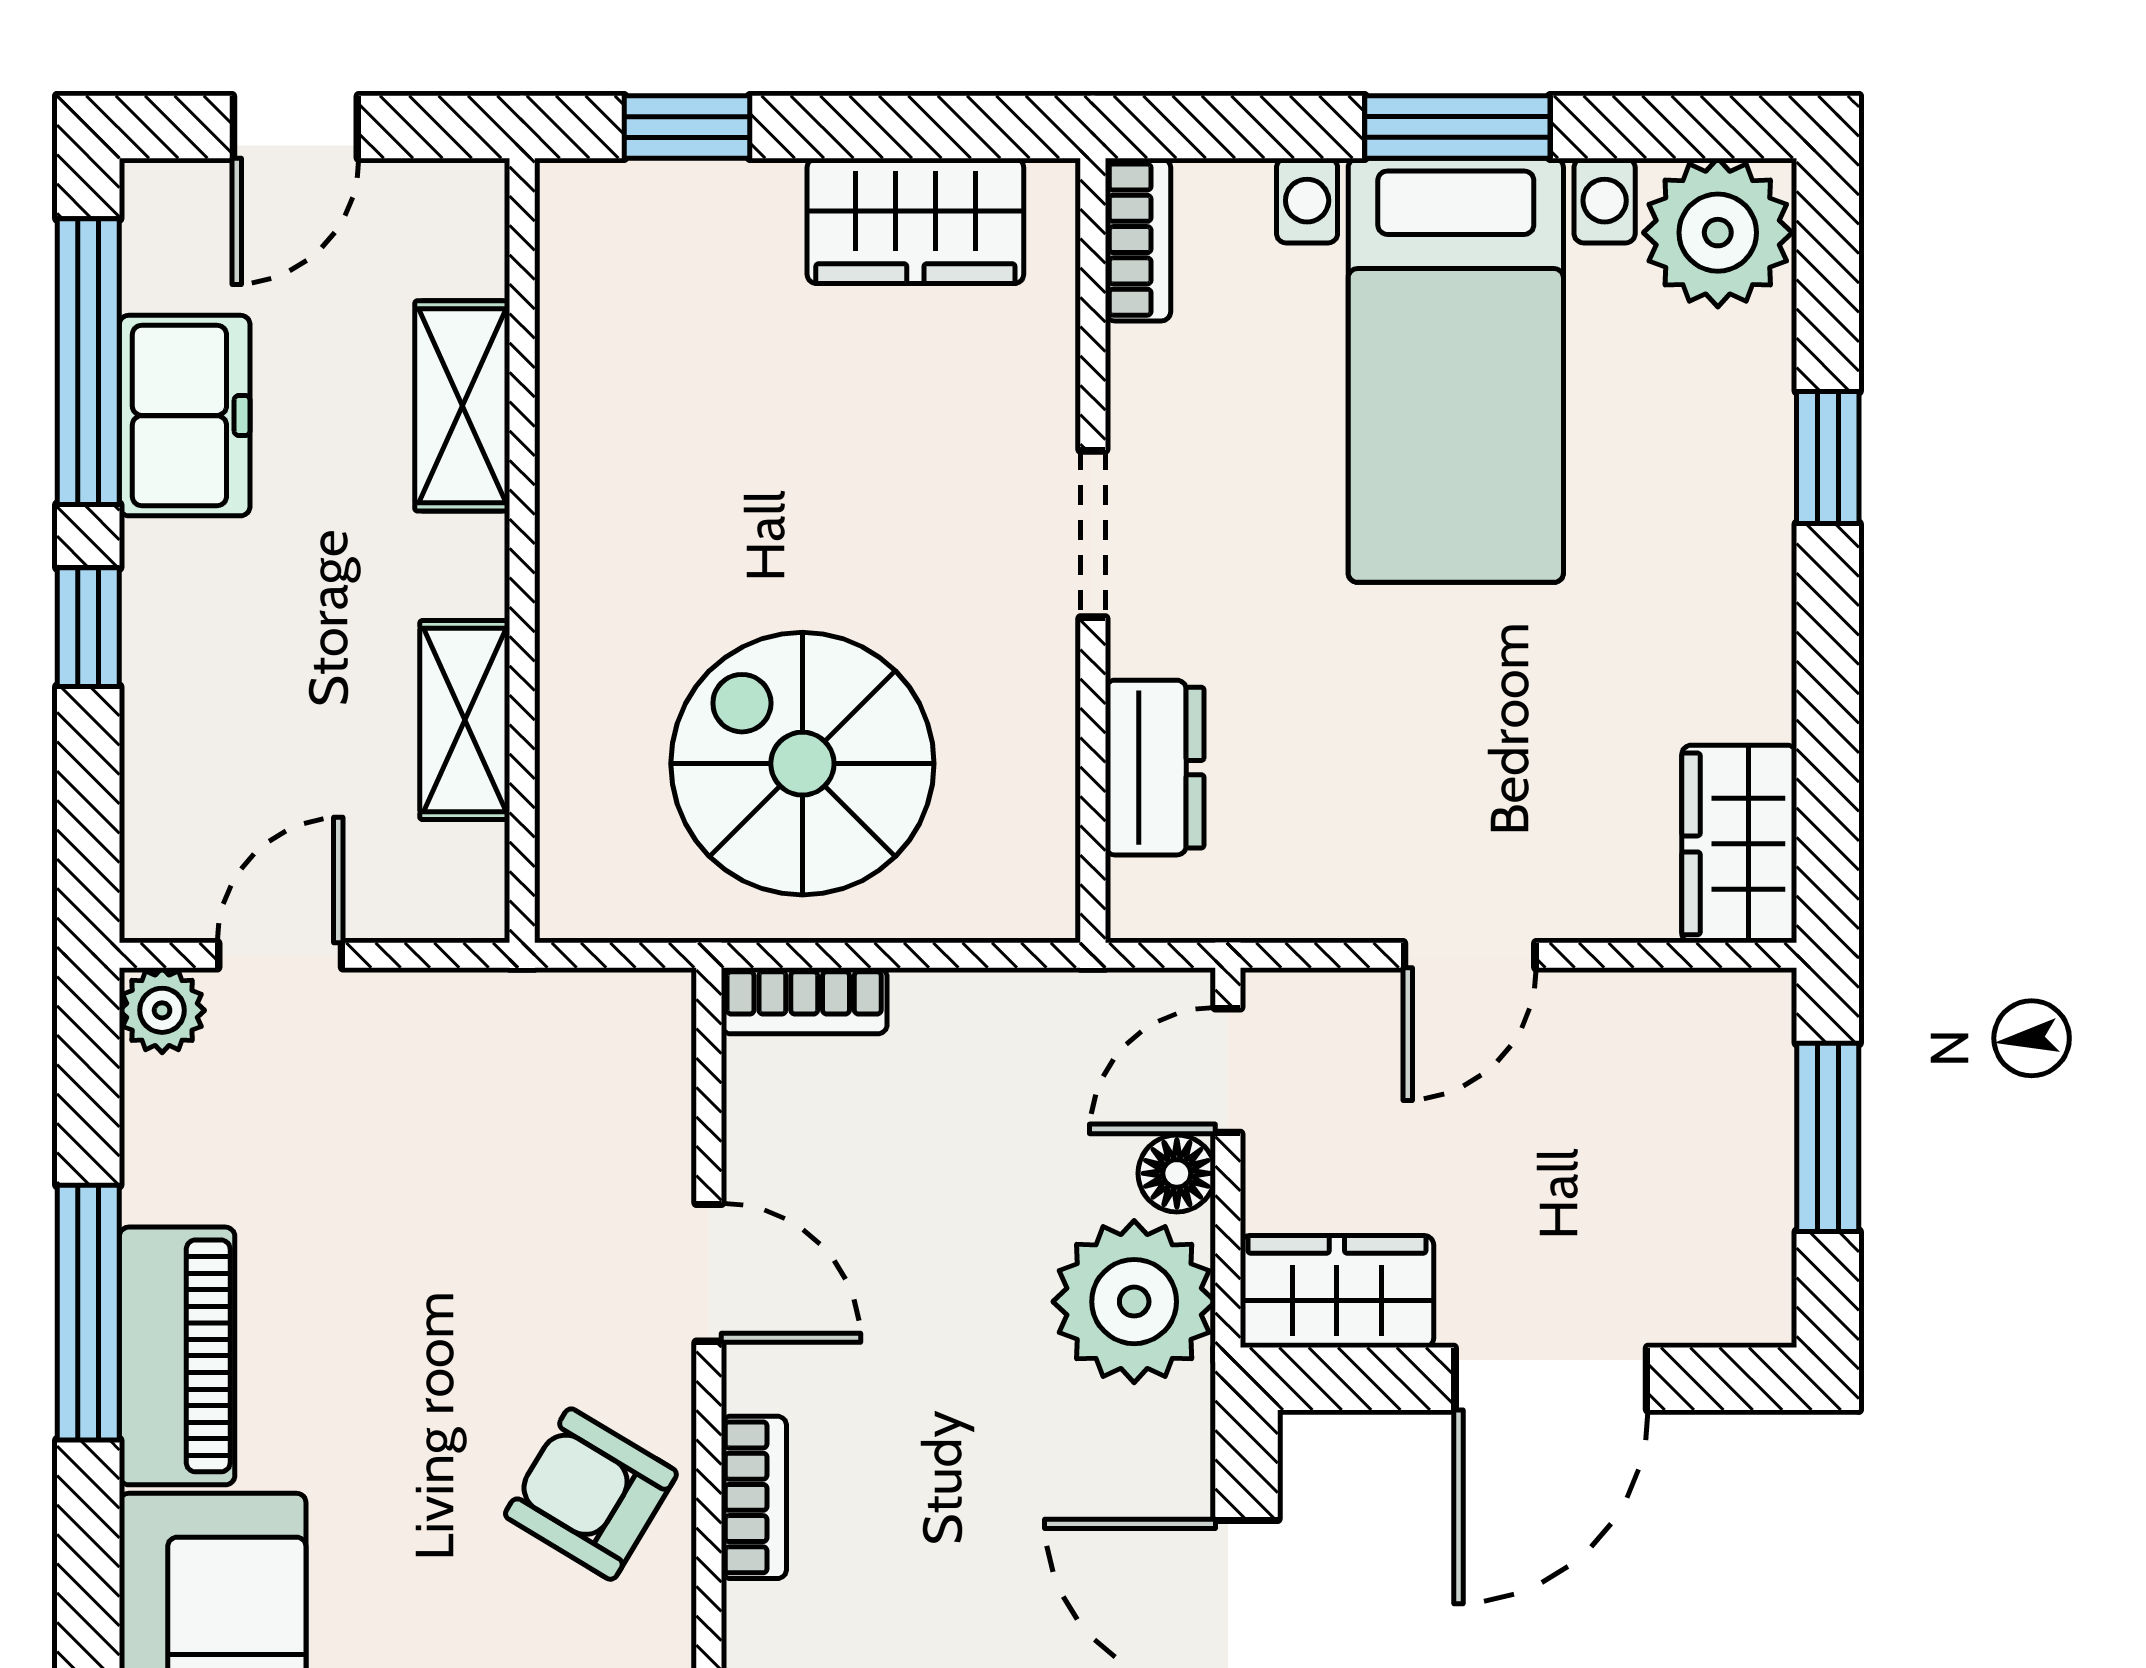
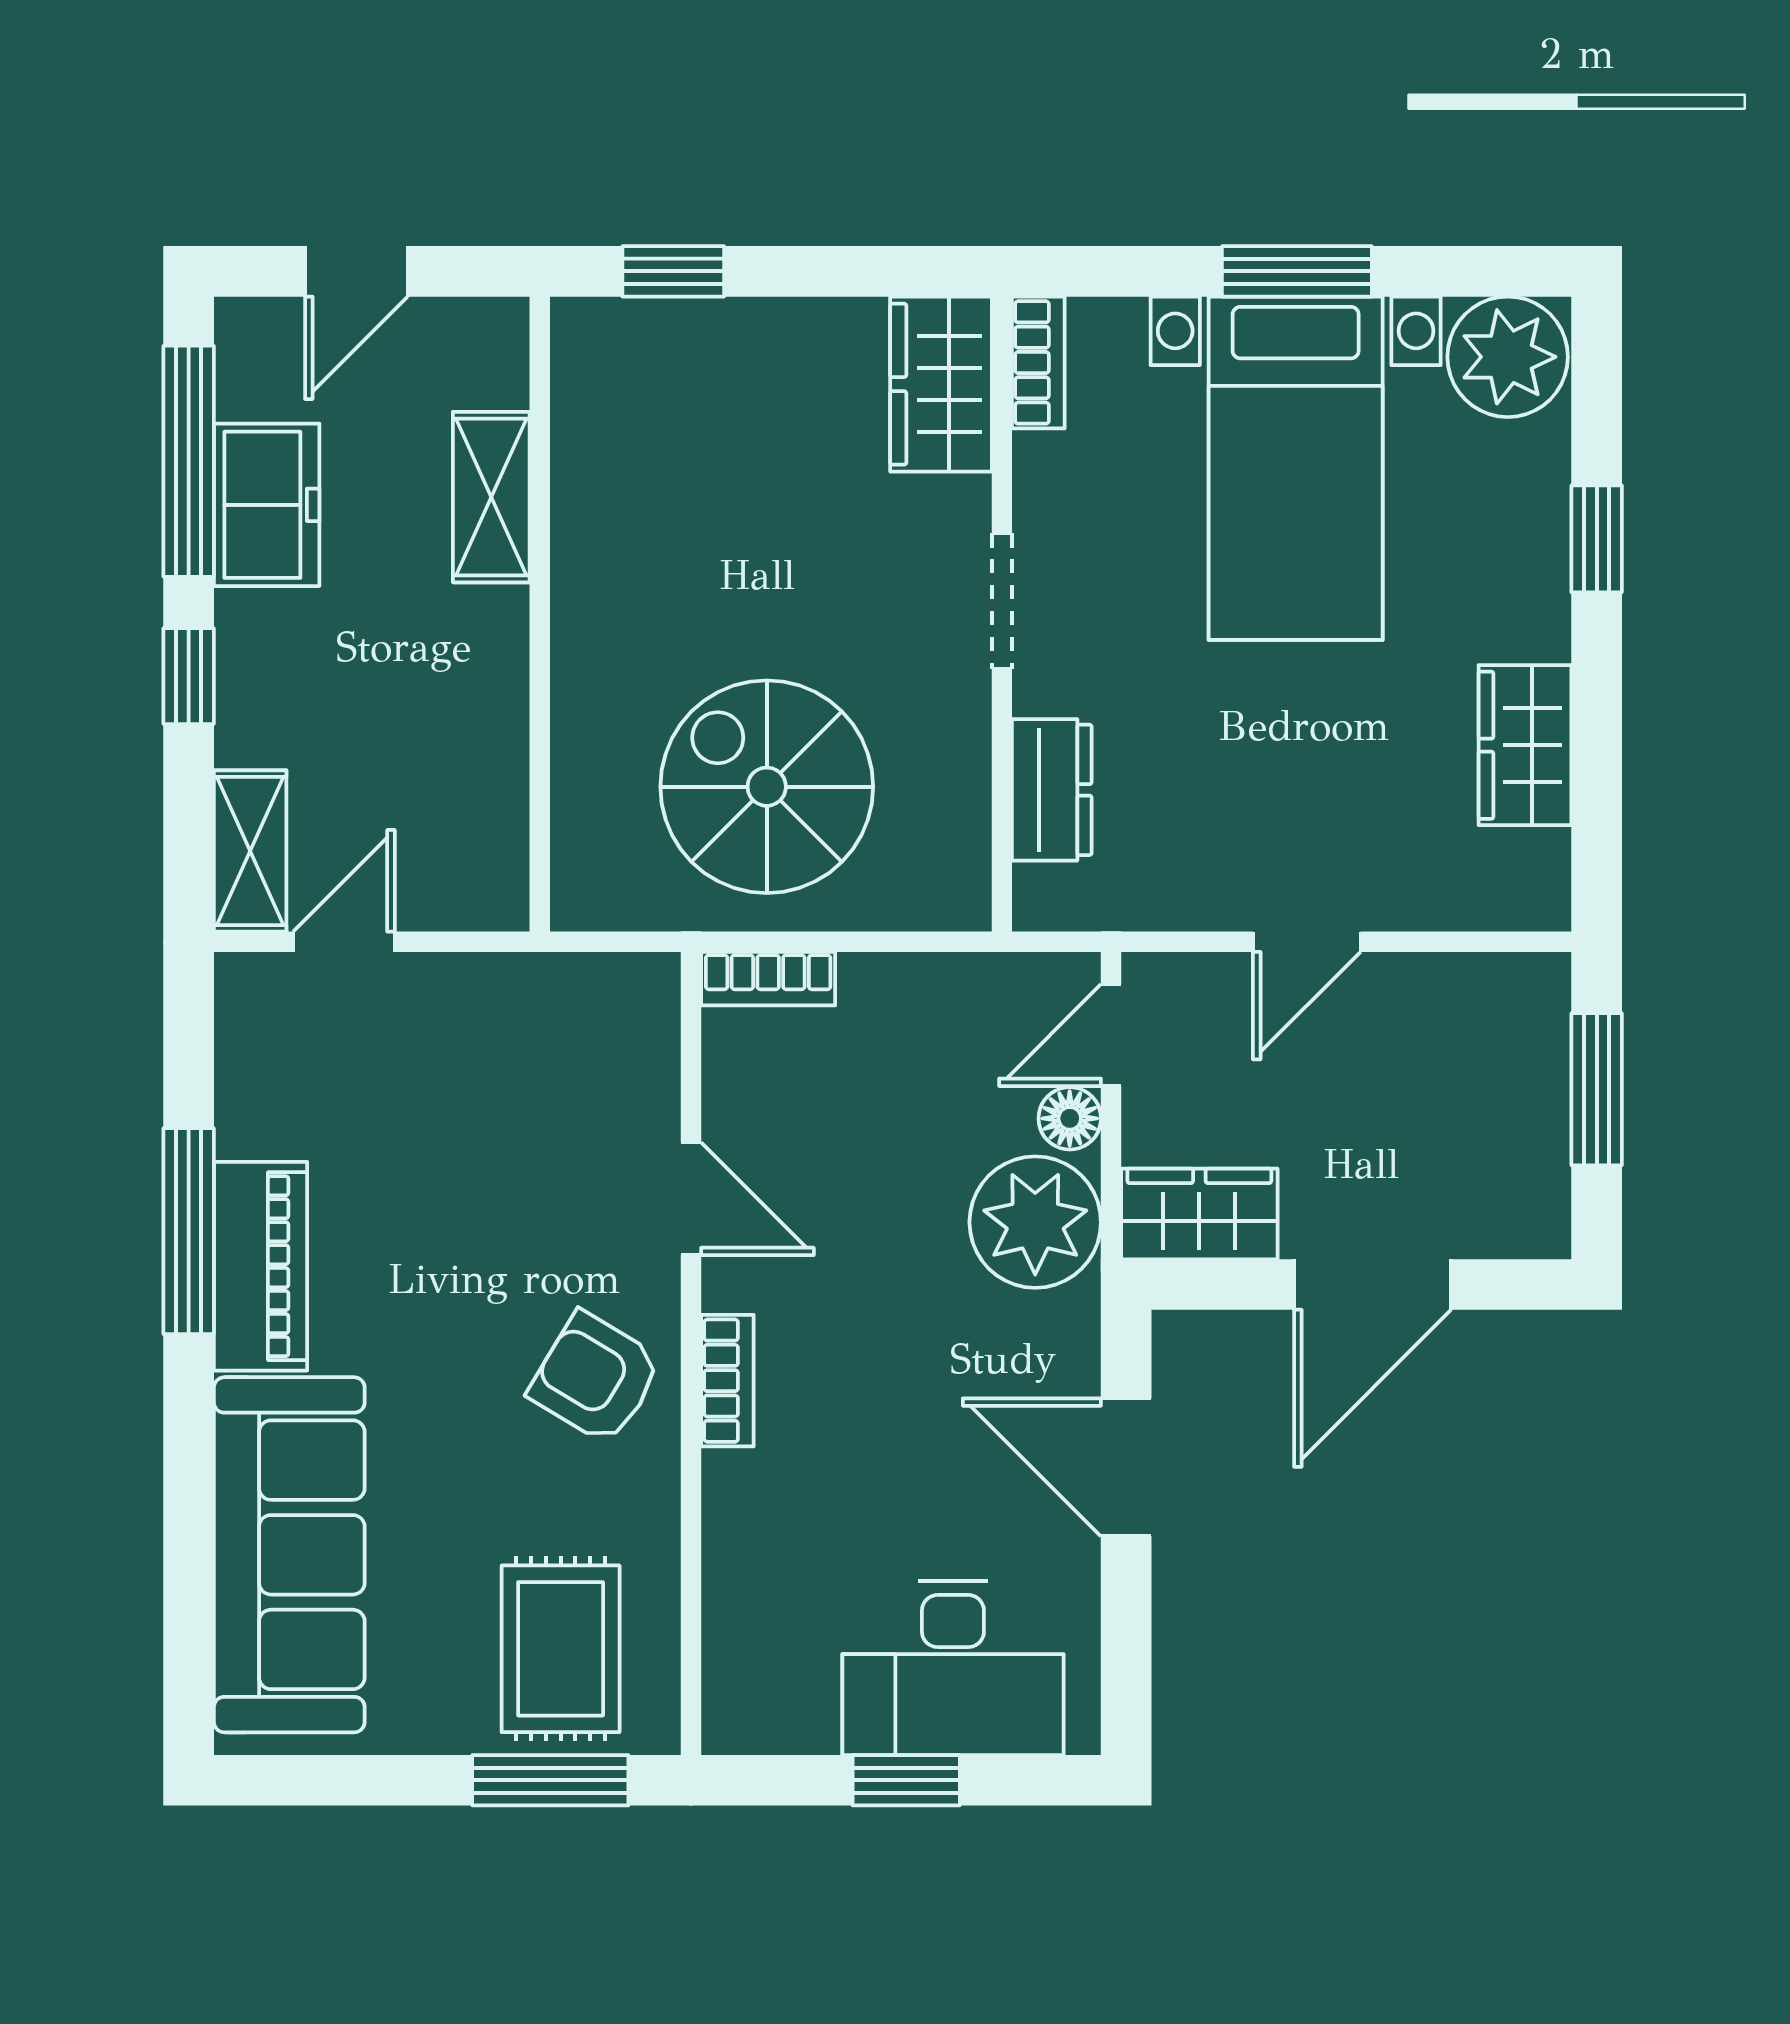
wardrobe: (915, 221) -> (941, 384), moved, turned 90
shelving: (465, 720) -> (250, 851), moved
wardrobe: (1739, 844) -> (1525, 745), moved
plant: (162, 1010) -> (248, 986), removed

